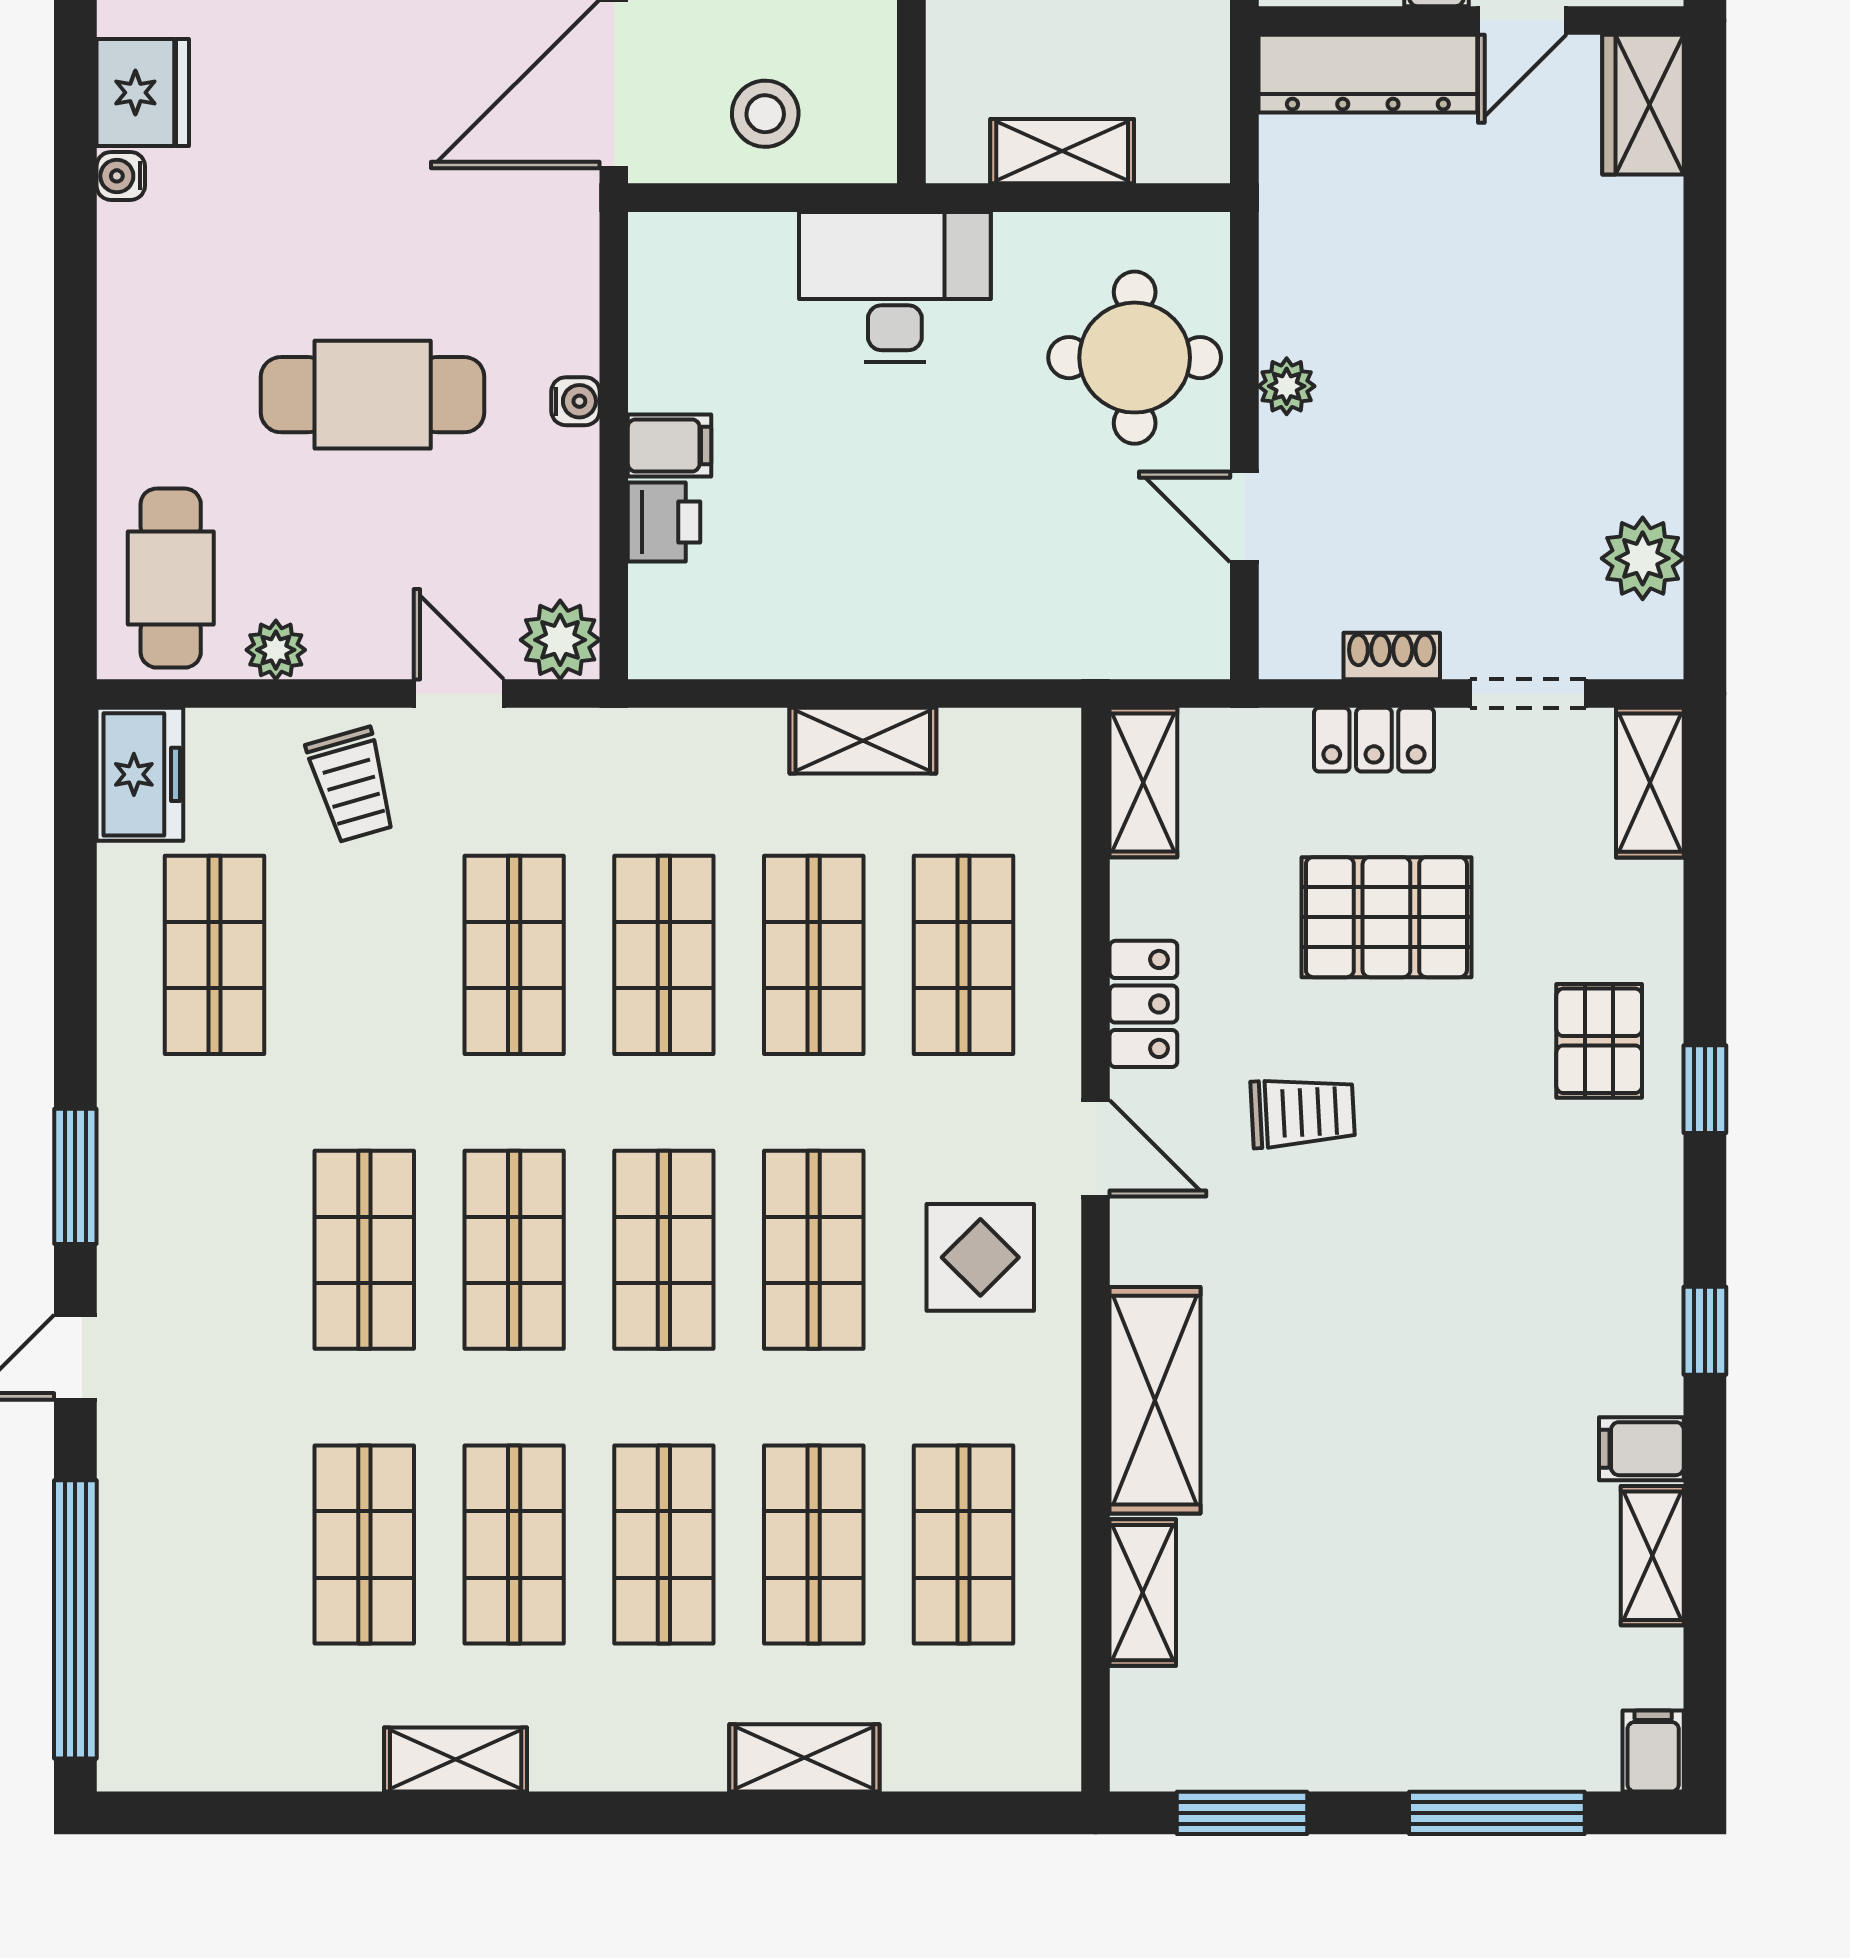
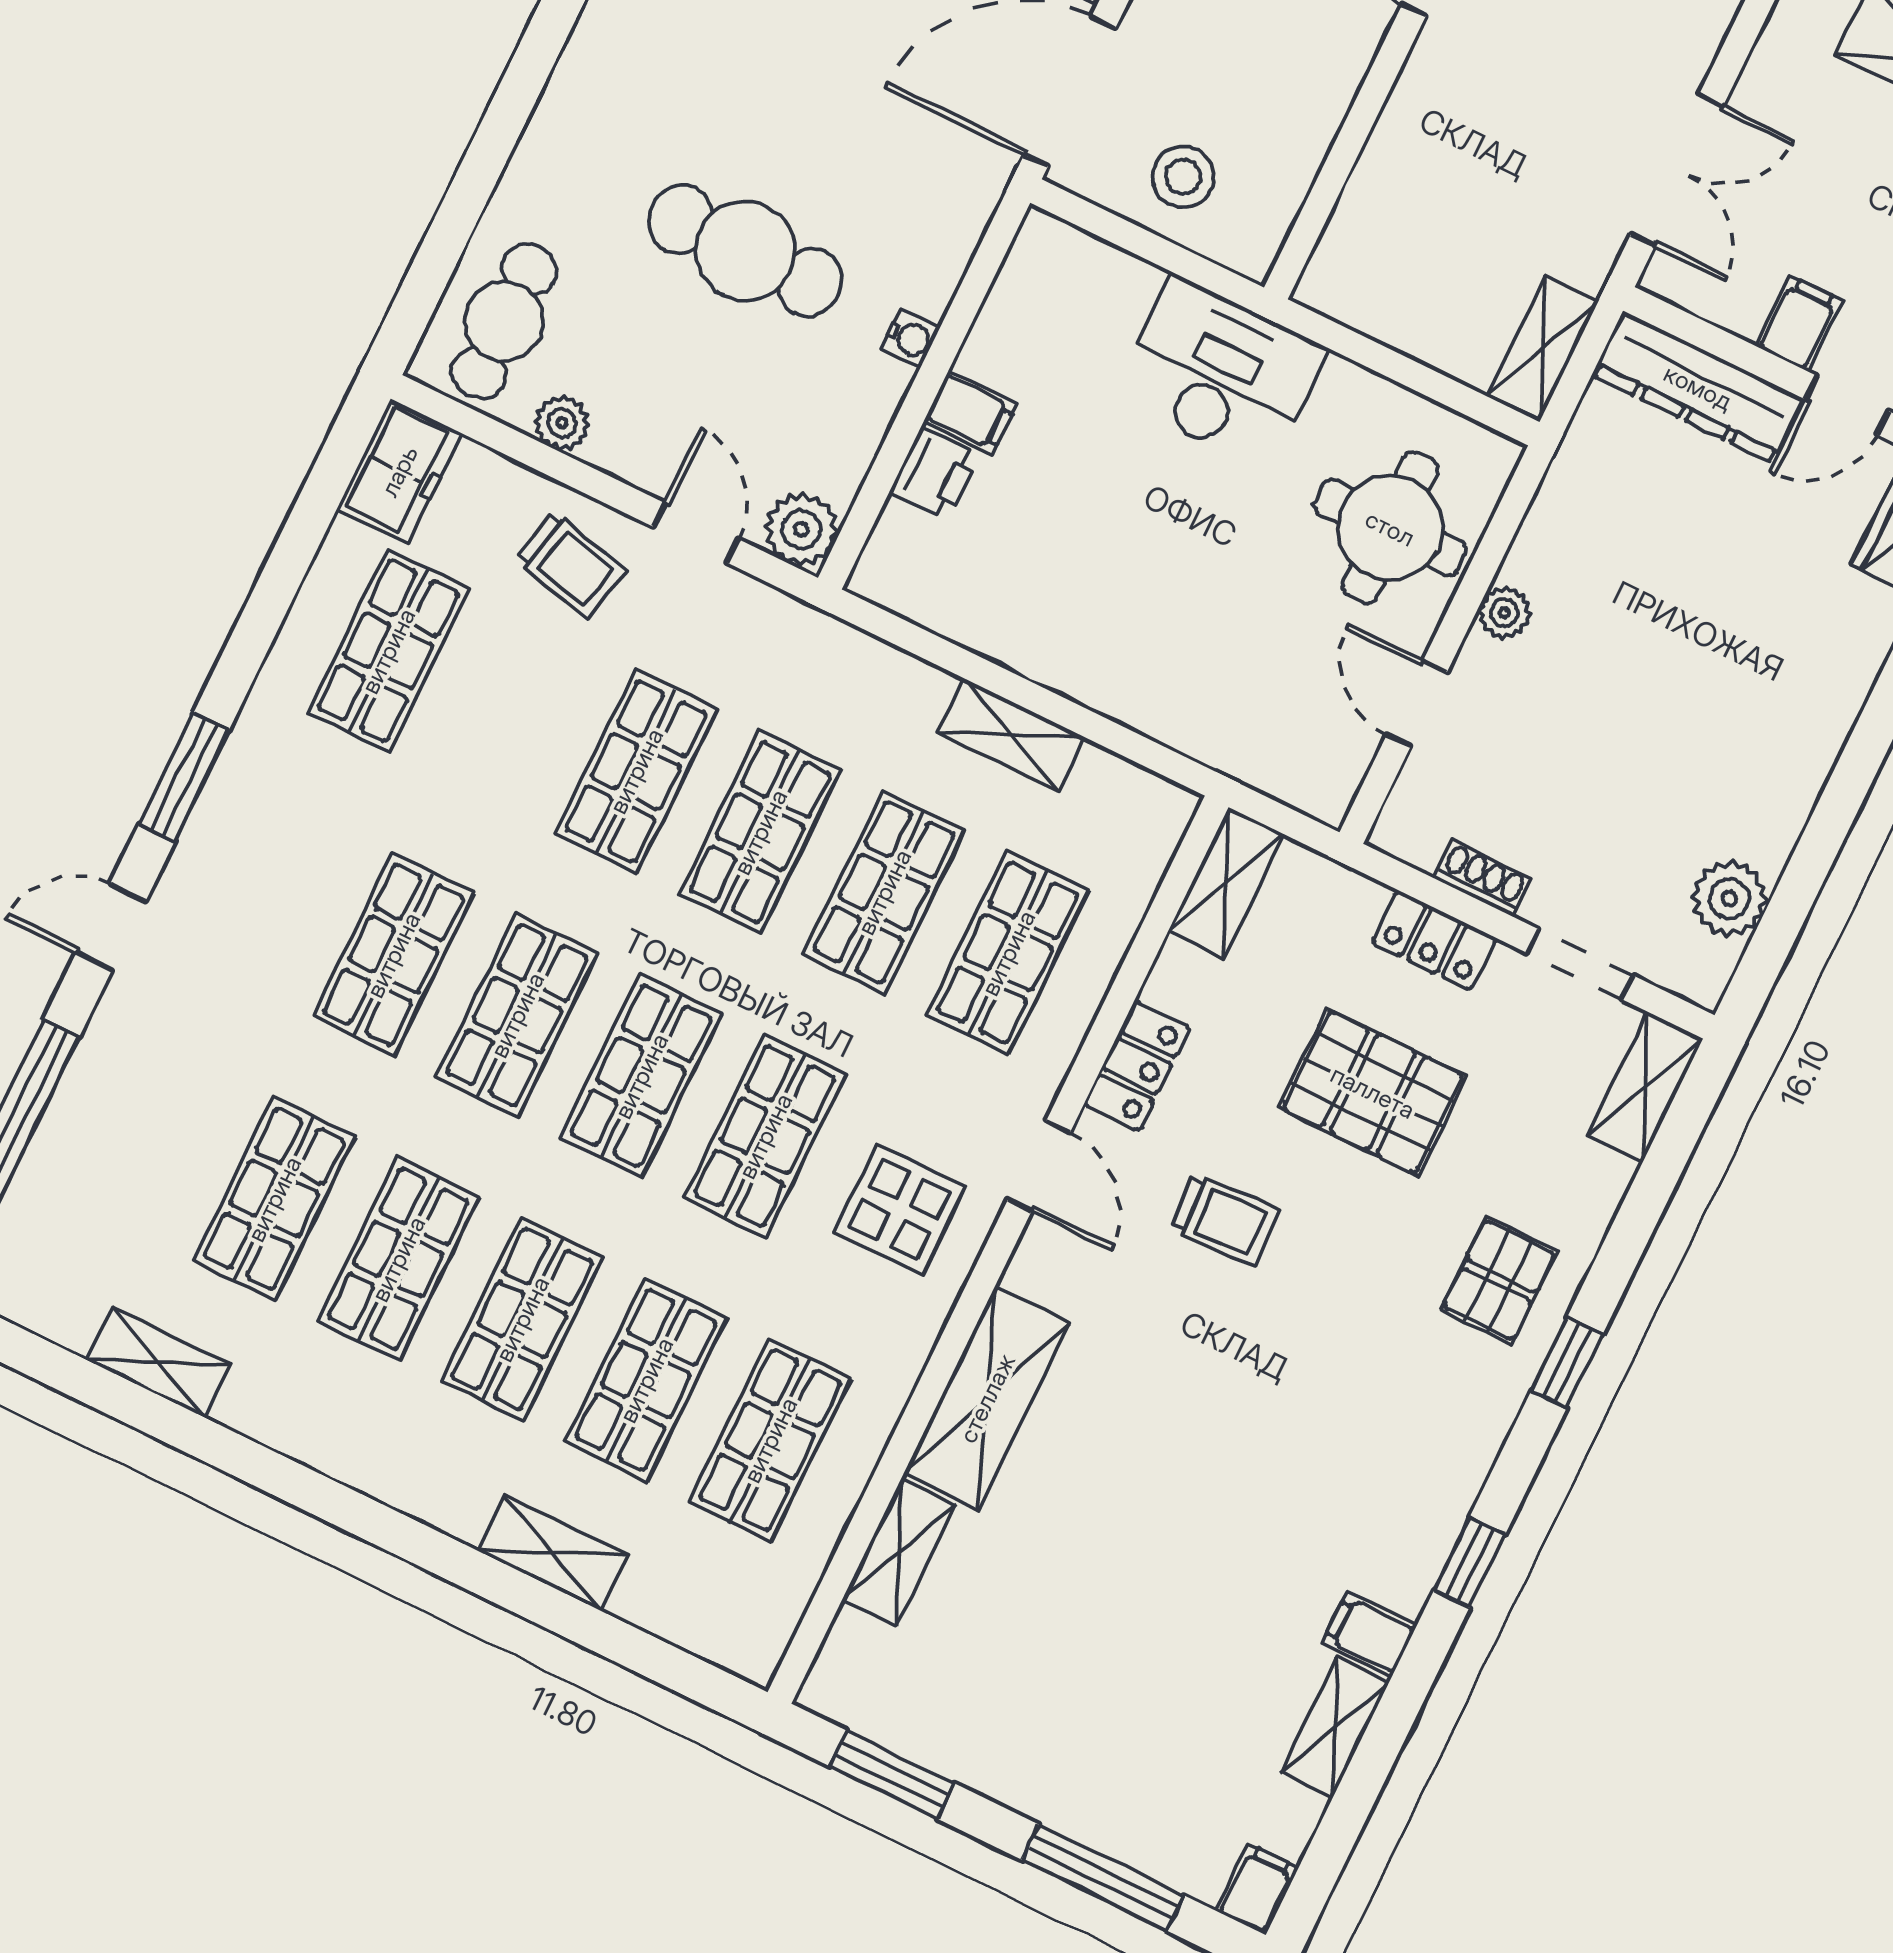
shelving: (1062, 151) -> (1543, 348), moved, turned 90
trolley: (352, 785) -> (570, 565), turned -61
shelving: (456, 1760) -> (158, 1362), moved

